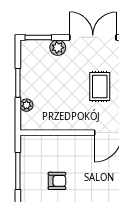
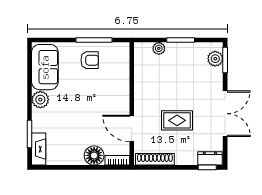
plant: (58, 48) -> (215, 59), moved
armchair: (57, 181) -> (90, 60), moved, turned -90

